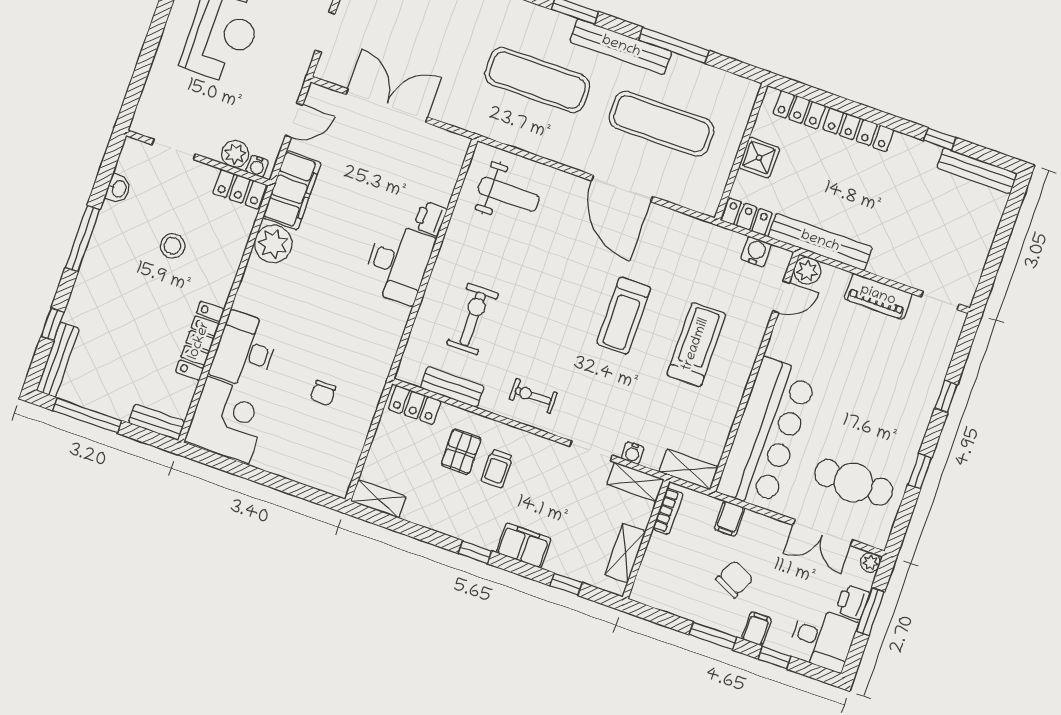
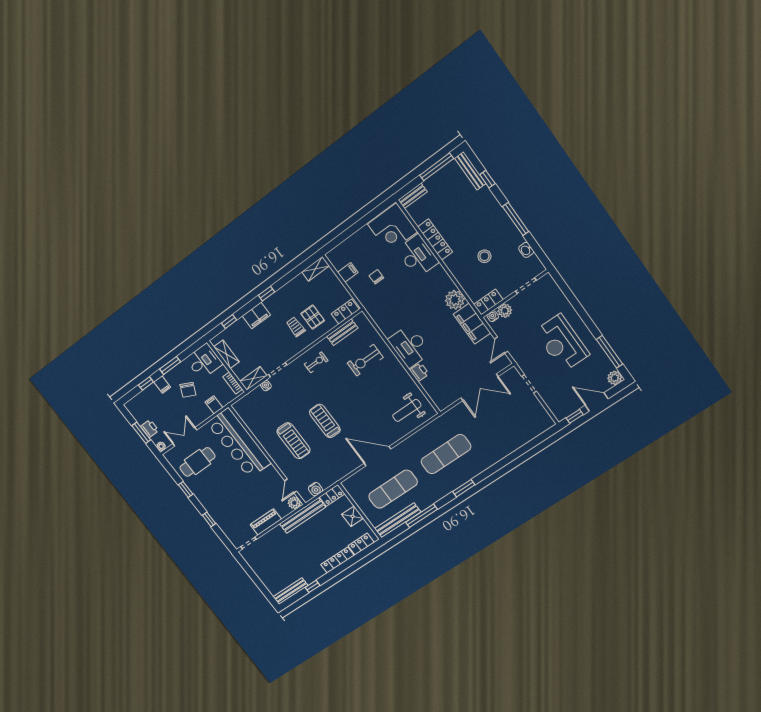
bench: (621, 47) -> (398, 520), moved
exercise bike: (473, 319) -> (365, 360), turned 90
filing cabinet: (348, 443) -> (348, 272), added
shelving: (689, 469) -> (245, 403), removed
desk: (823, 639) -> (204, 361), moved, turned 180

